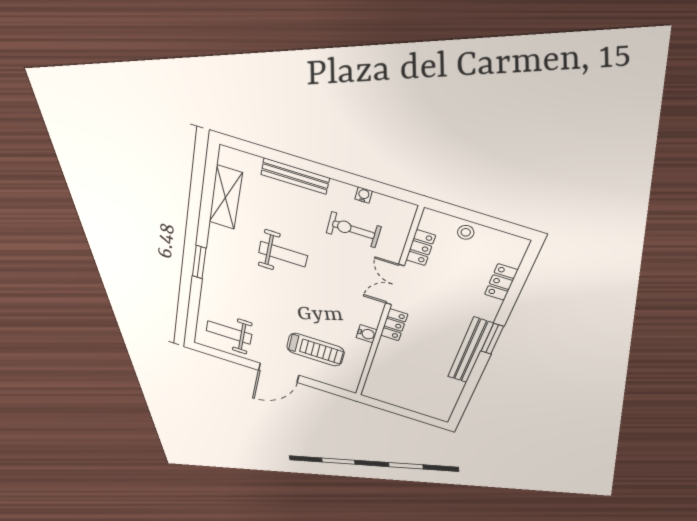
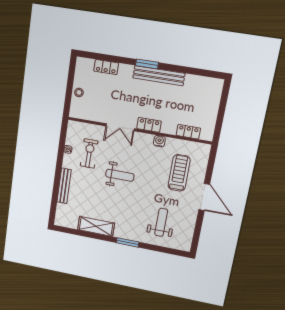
shelving: (225, 198) -> (96, 226), moved
exercise bike: (354, 230) -> (89, 153), turned 180
locker: (421, 248) -> (188, 132), moved
weight bench: (283, 254) -> (120, 175), moved, turned 90
weight bench: (229, 333) -> (161, 222), moved, turned 180

